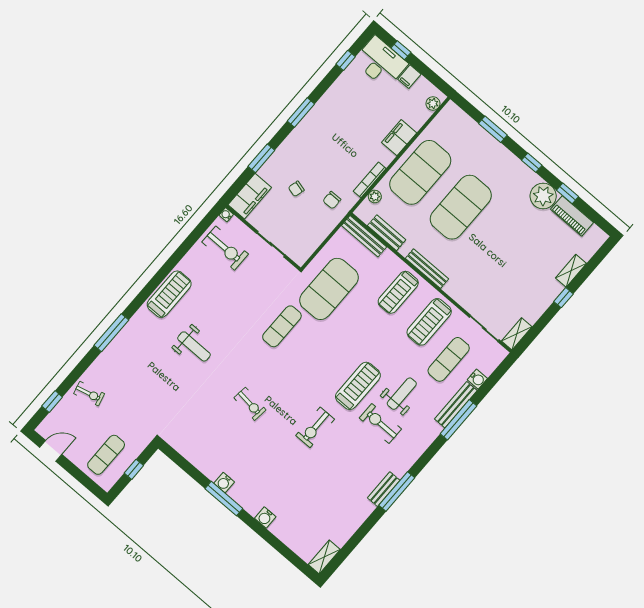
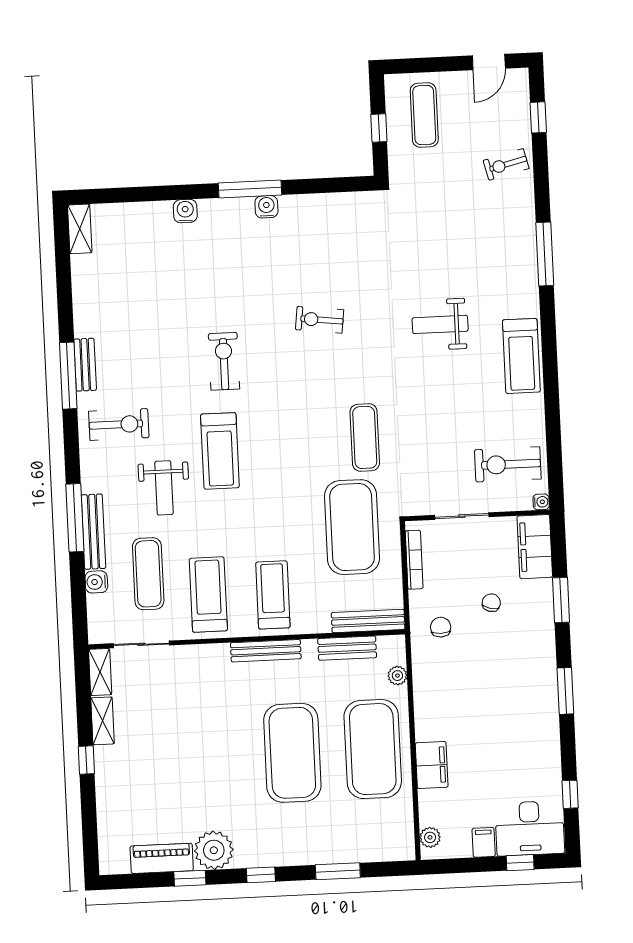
bookcase: (370, 180) -> (414, 560), moved
shelving: (571, 271) -> (103, 721), moved
exercise bike: (380, 424) -> (119, 424), moved

